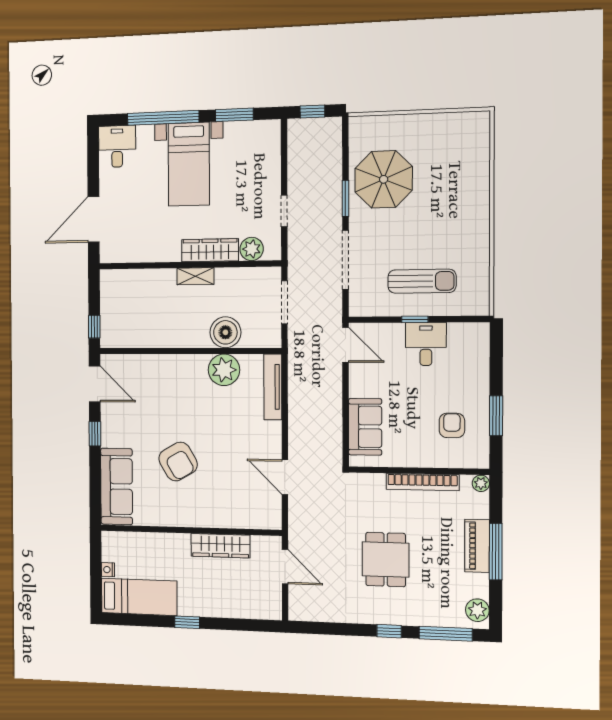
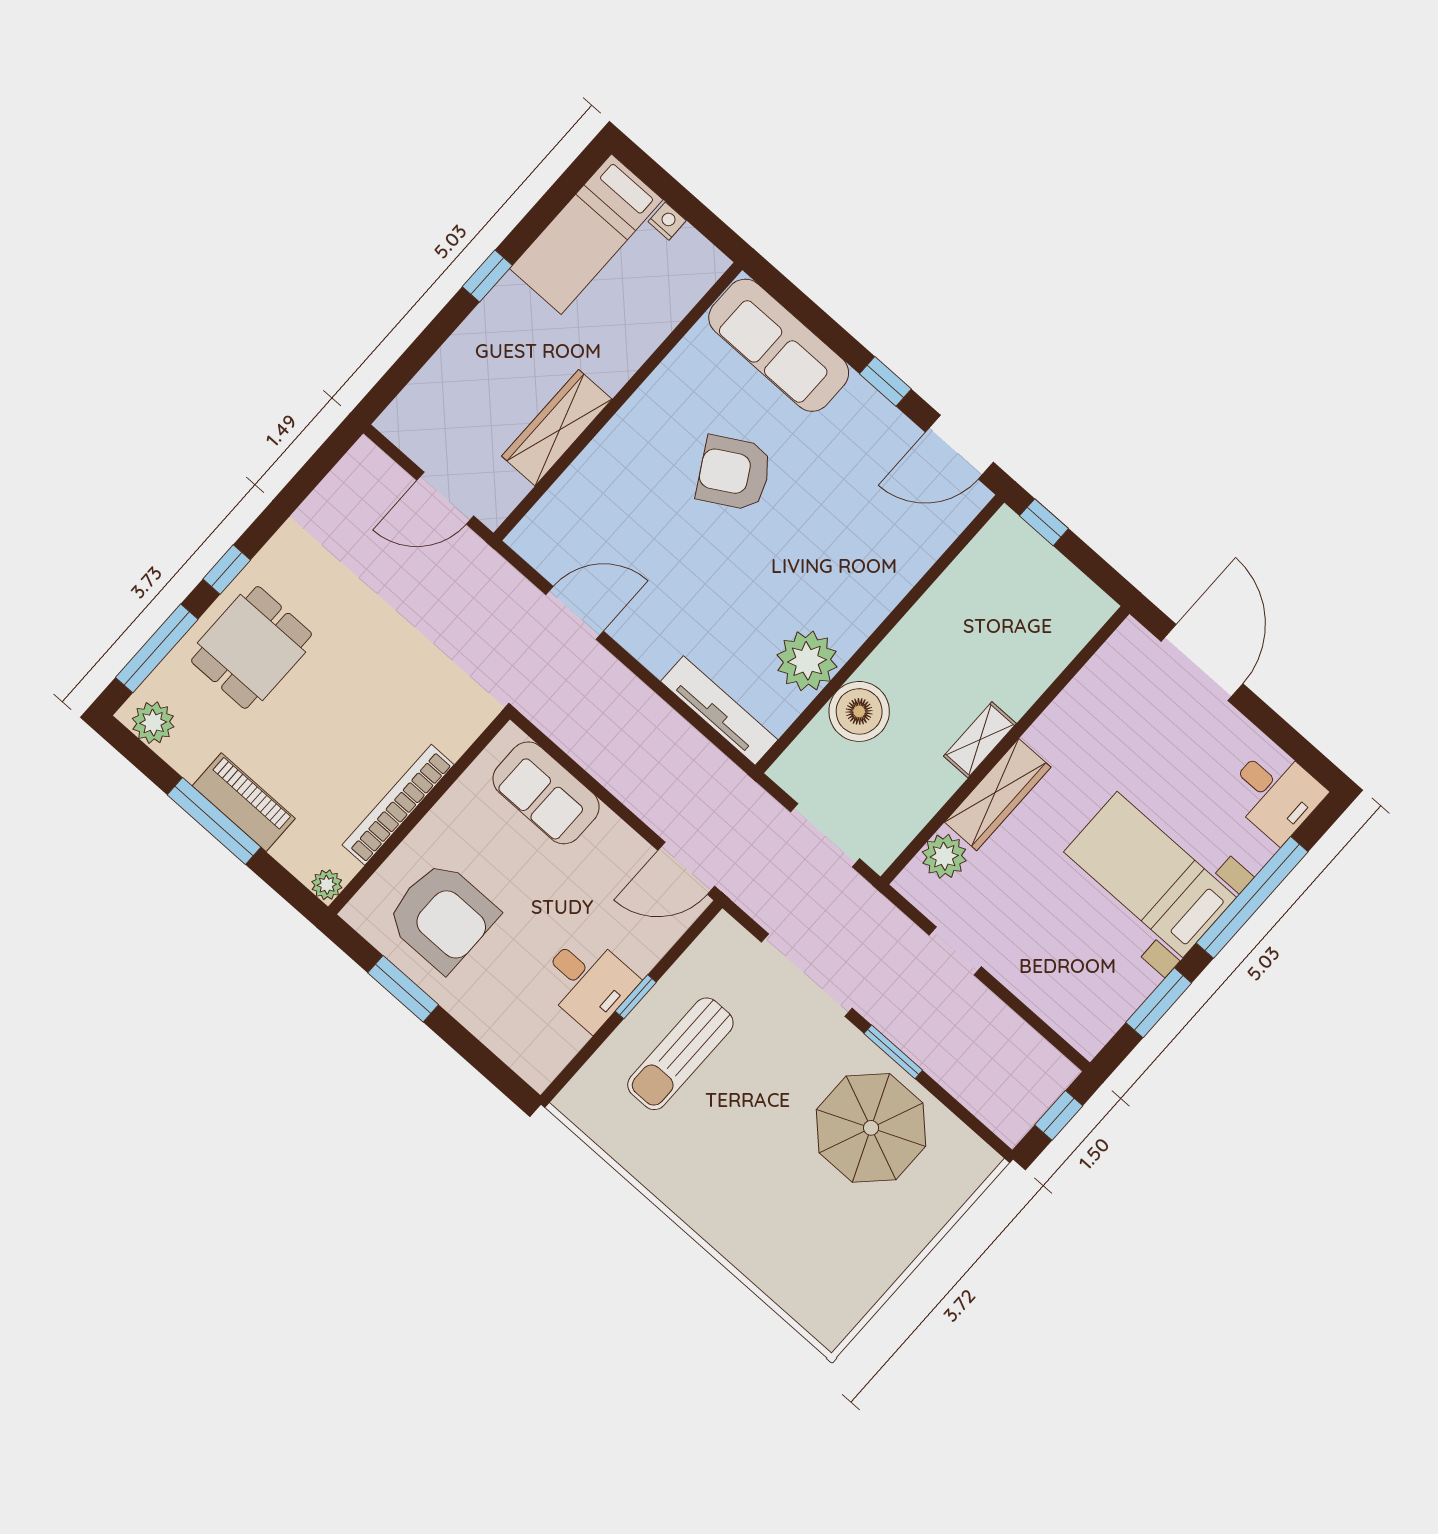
armchair: (452, 425) -> (442, 916), width x1.88, depth x1.88
dining table: (386, 560) -> (251, 647), moved, turned 90

